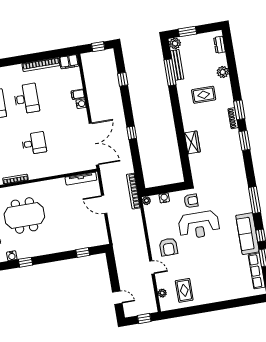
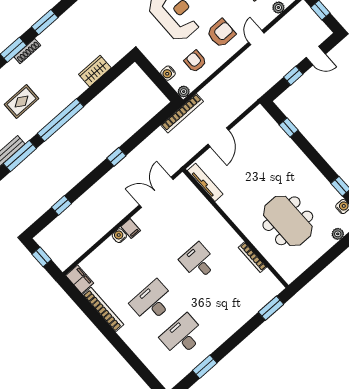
filing cabinet: (78, 94) -> (131, 229), moved
rug: (204, 95) -> (21, 102), turned 90
window: (177, 112) -> (61, 120), added
wardrobe: (192, 142) -> (95, 71), moved
double door: (94, 144) -> (156, 192), width x0.73
armchair: (191, 201) -> (195, 61), moved
window: (114, 276) -> (293, 76), added
door: (117, 298) -> (316, 56), swing flipped

